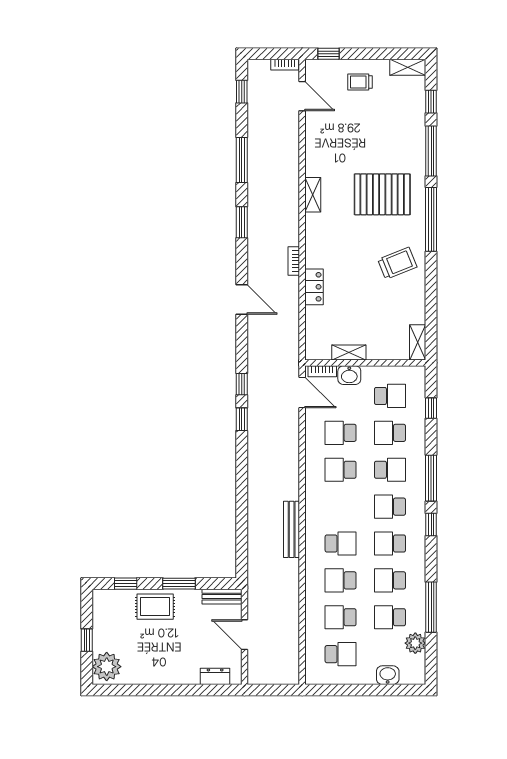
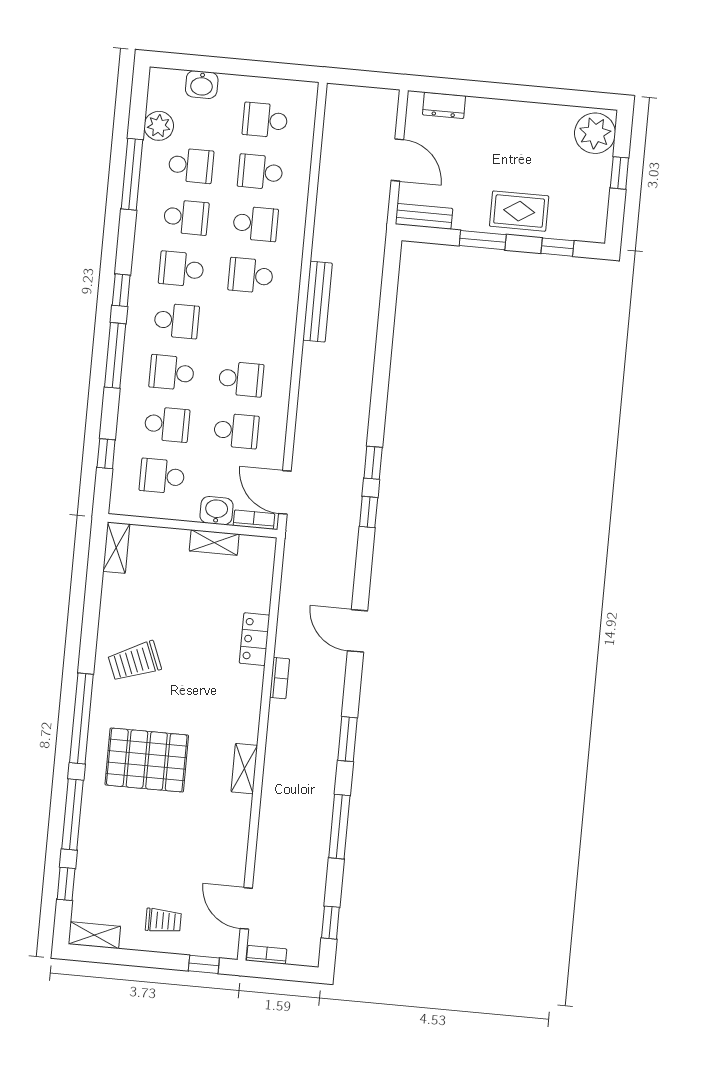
school desk: (390, 544) -> (181, 269), turned 180
school desk: (341, 617) -> (260, 172), turned 180

